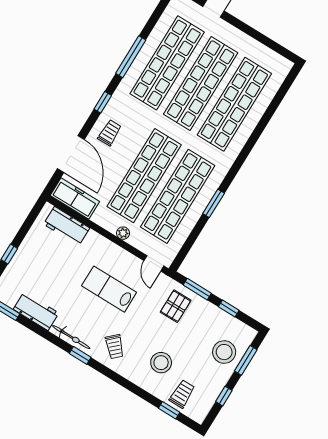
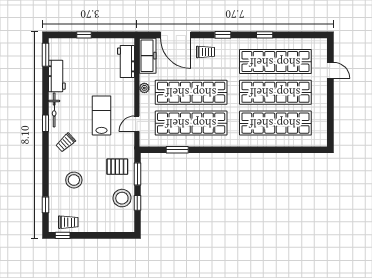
window: (131, 57) -> (265, 35), width x0.46
door: (71, 154) -> (176, 35), hinge flipped
window: (214, 203) -> (177, 150), moved
plant: (123, 233) -> (144, 88), moved
door: (154, 263) -> (137, 124), moved
stool: (224, 352) -> (122, 198), moved
window: (246, 360) -> (110, 235), removed
trolley: (182, 394) -> (68, 222), moved
window: (224, 396) -> (63, 235), moved

